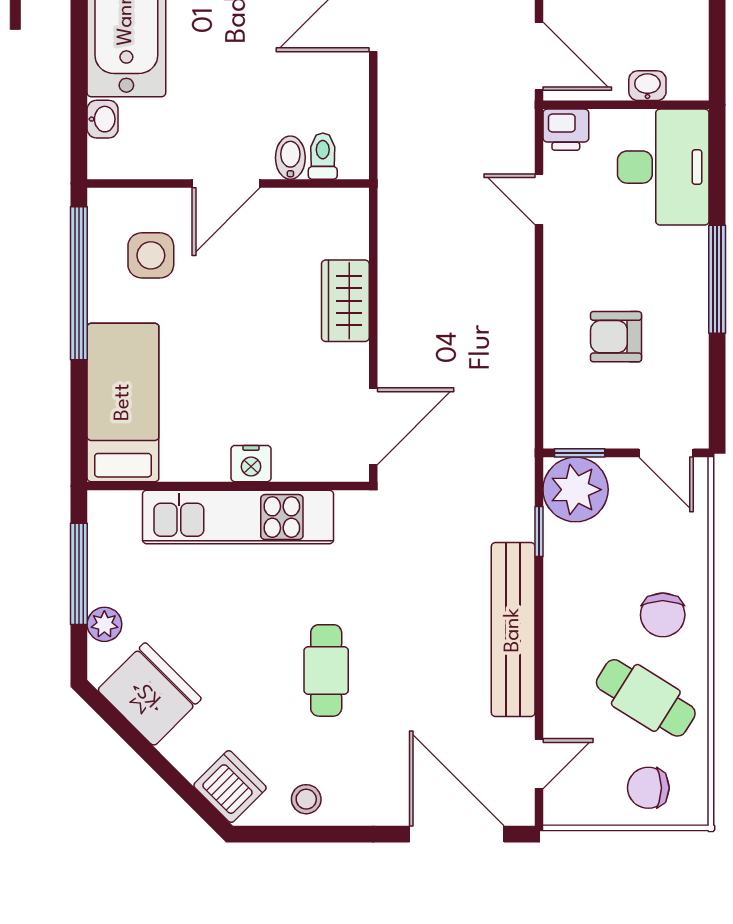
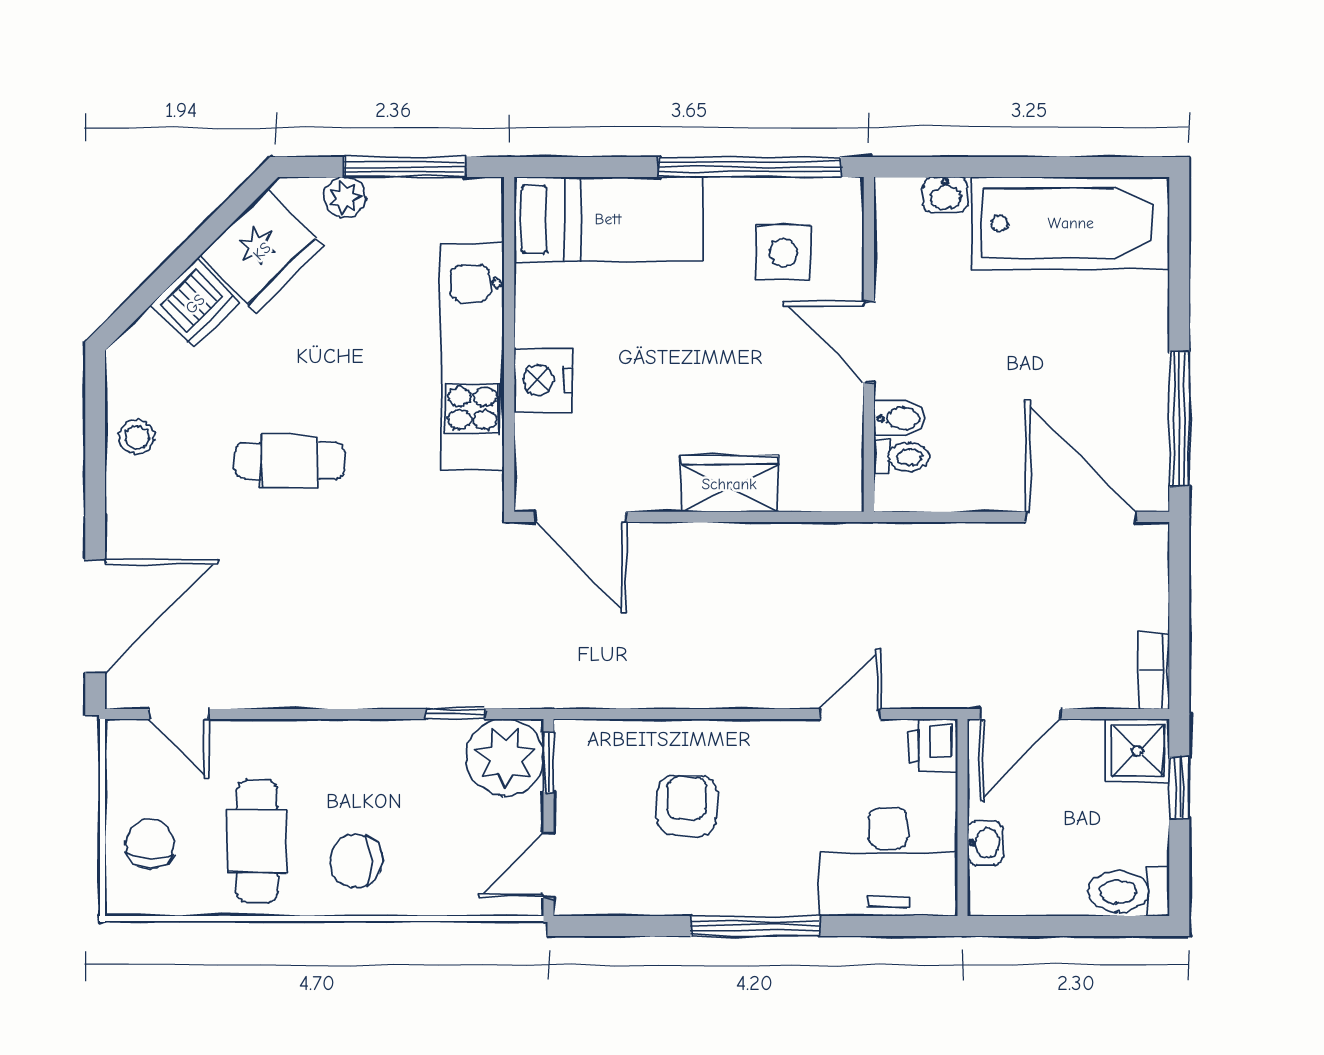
nightstand: (251, 464) -> (543, 380), width x1.36, depth x1.33
bench: (513, 630) -> (338, 683), removed
cafe table: (646, 698) -> (257, 841), turned -32
dishwasher: (230, 787) -> (195, 304), moved

